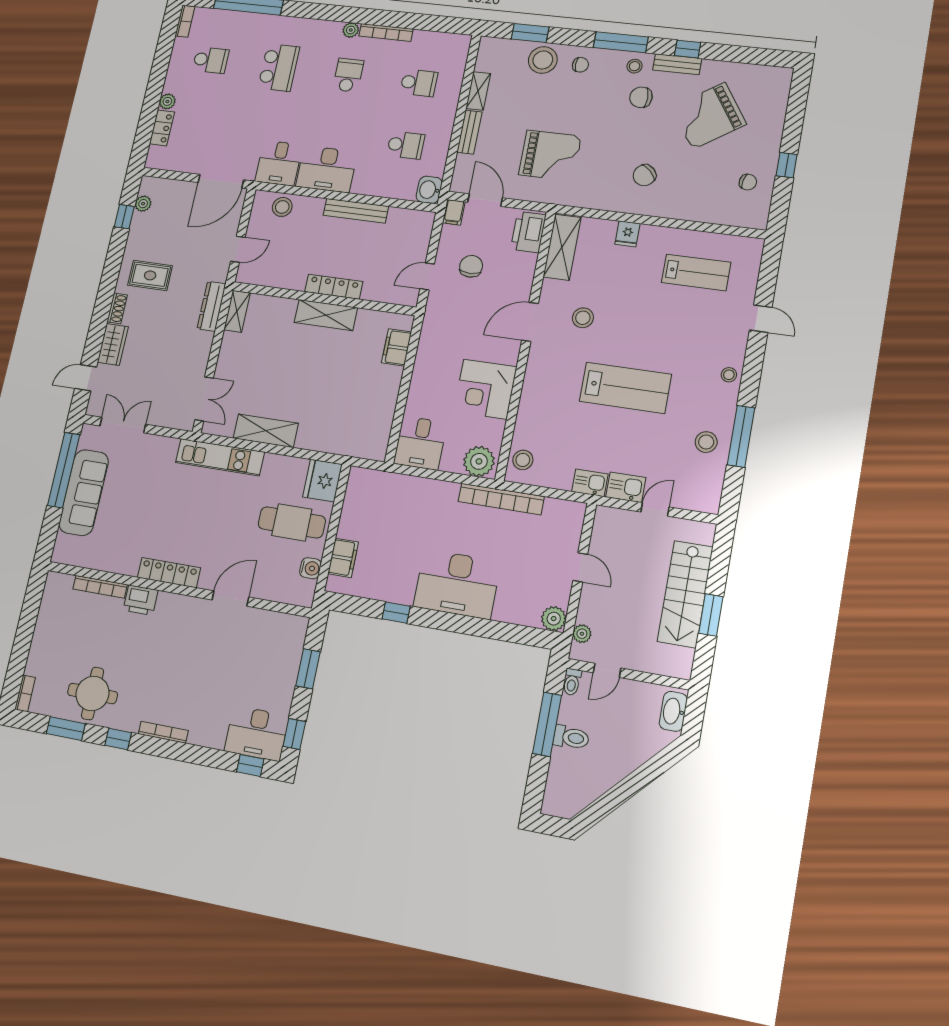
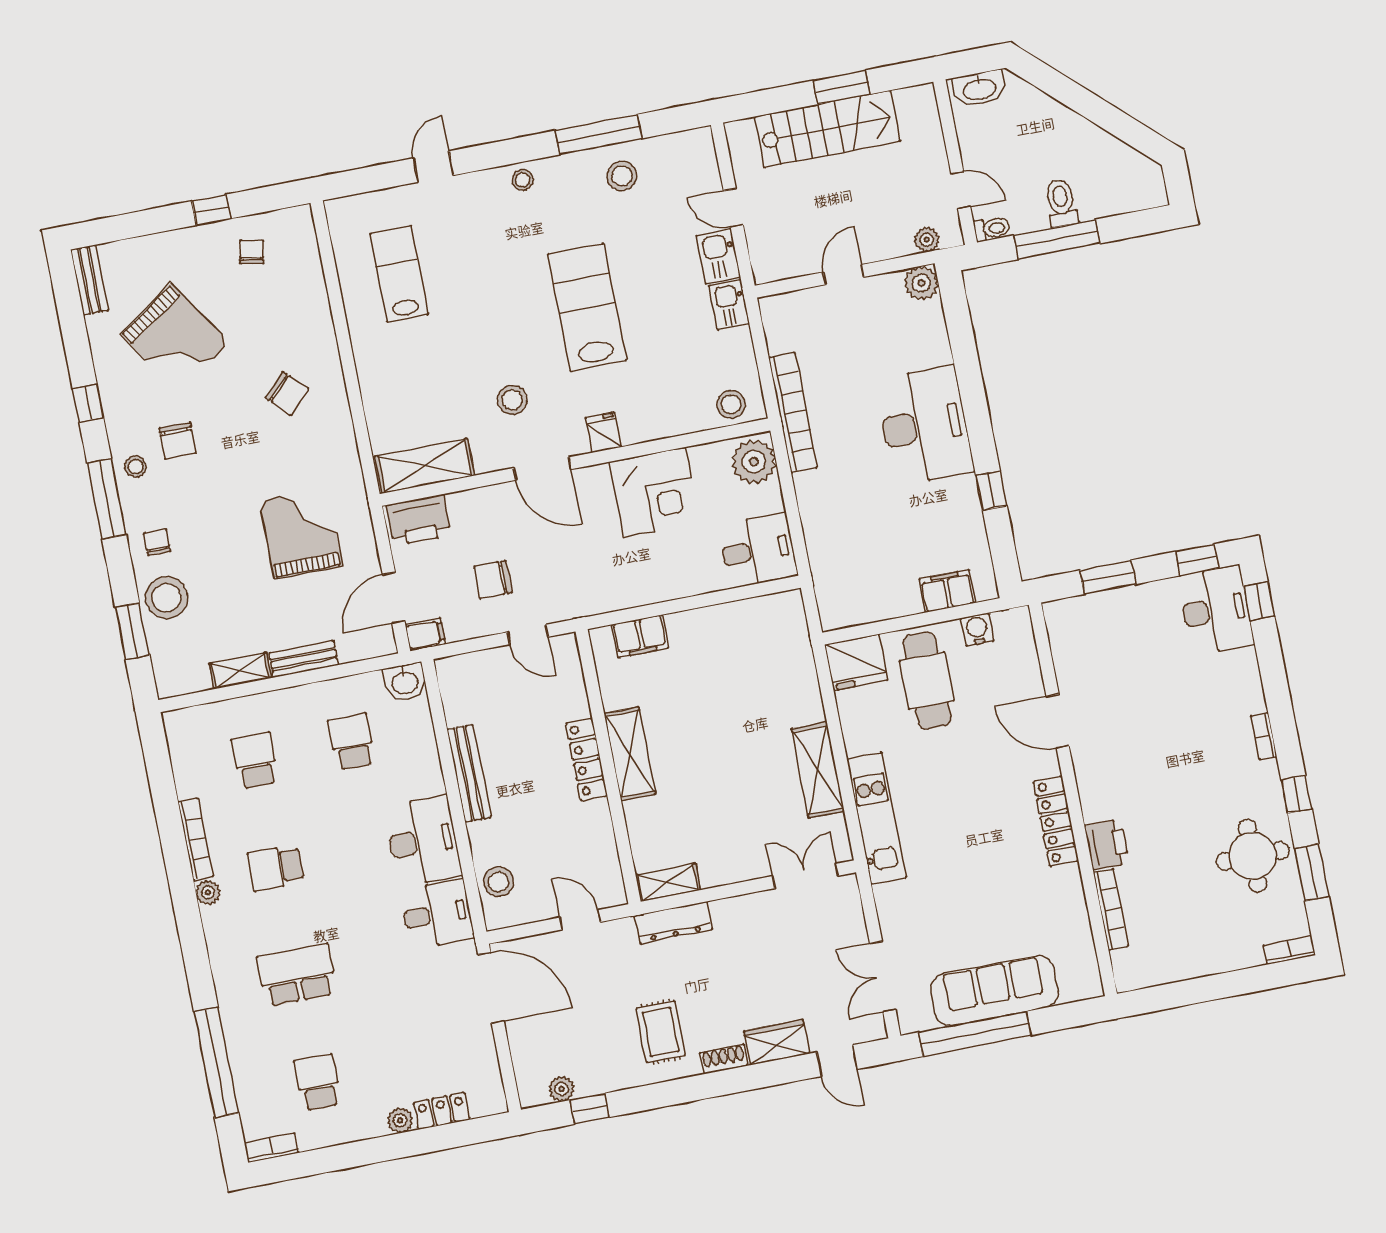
bench: (677, 64) -> (89, 280), moved
fridge: (627, 234) -> (603, 432), moved, turned -90
bookcase: (163, 732) -> (1264, 736), width x0.64

